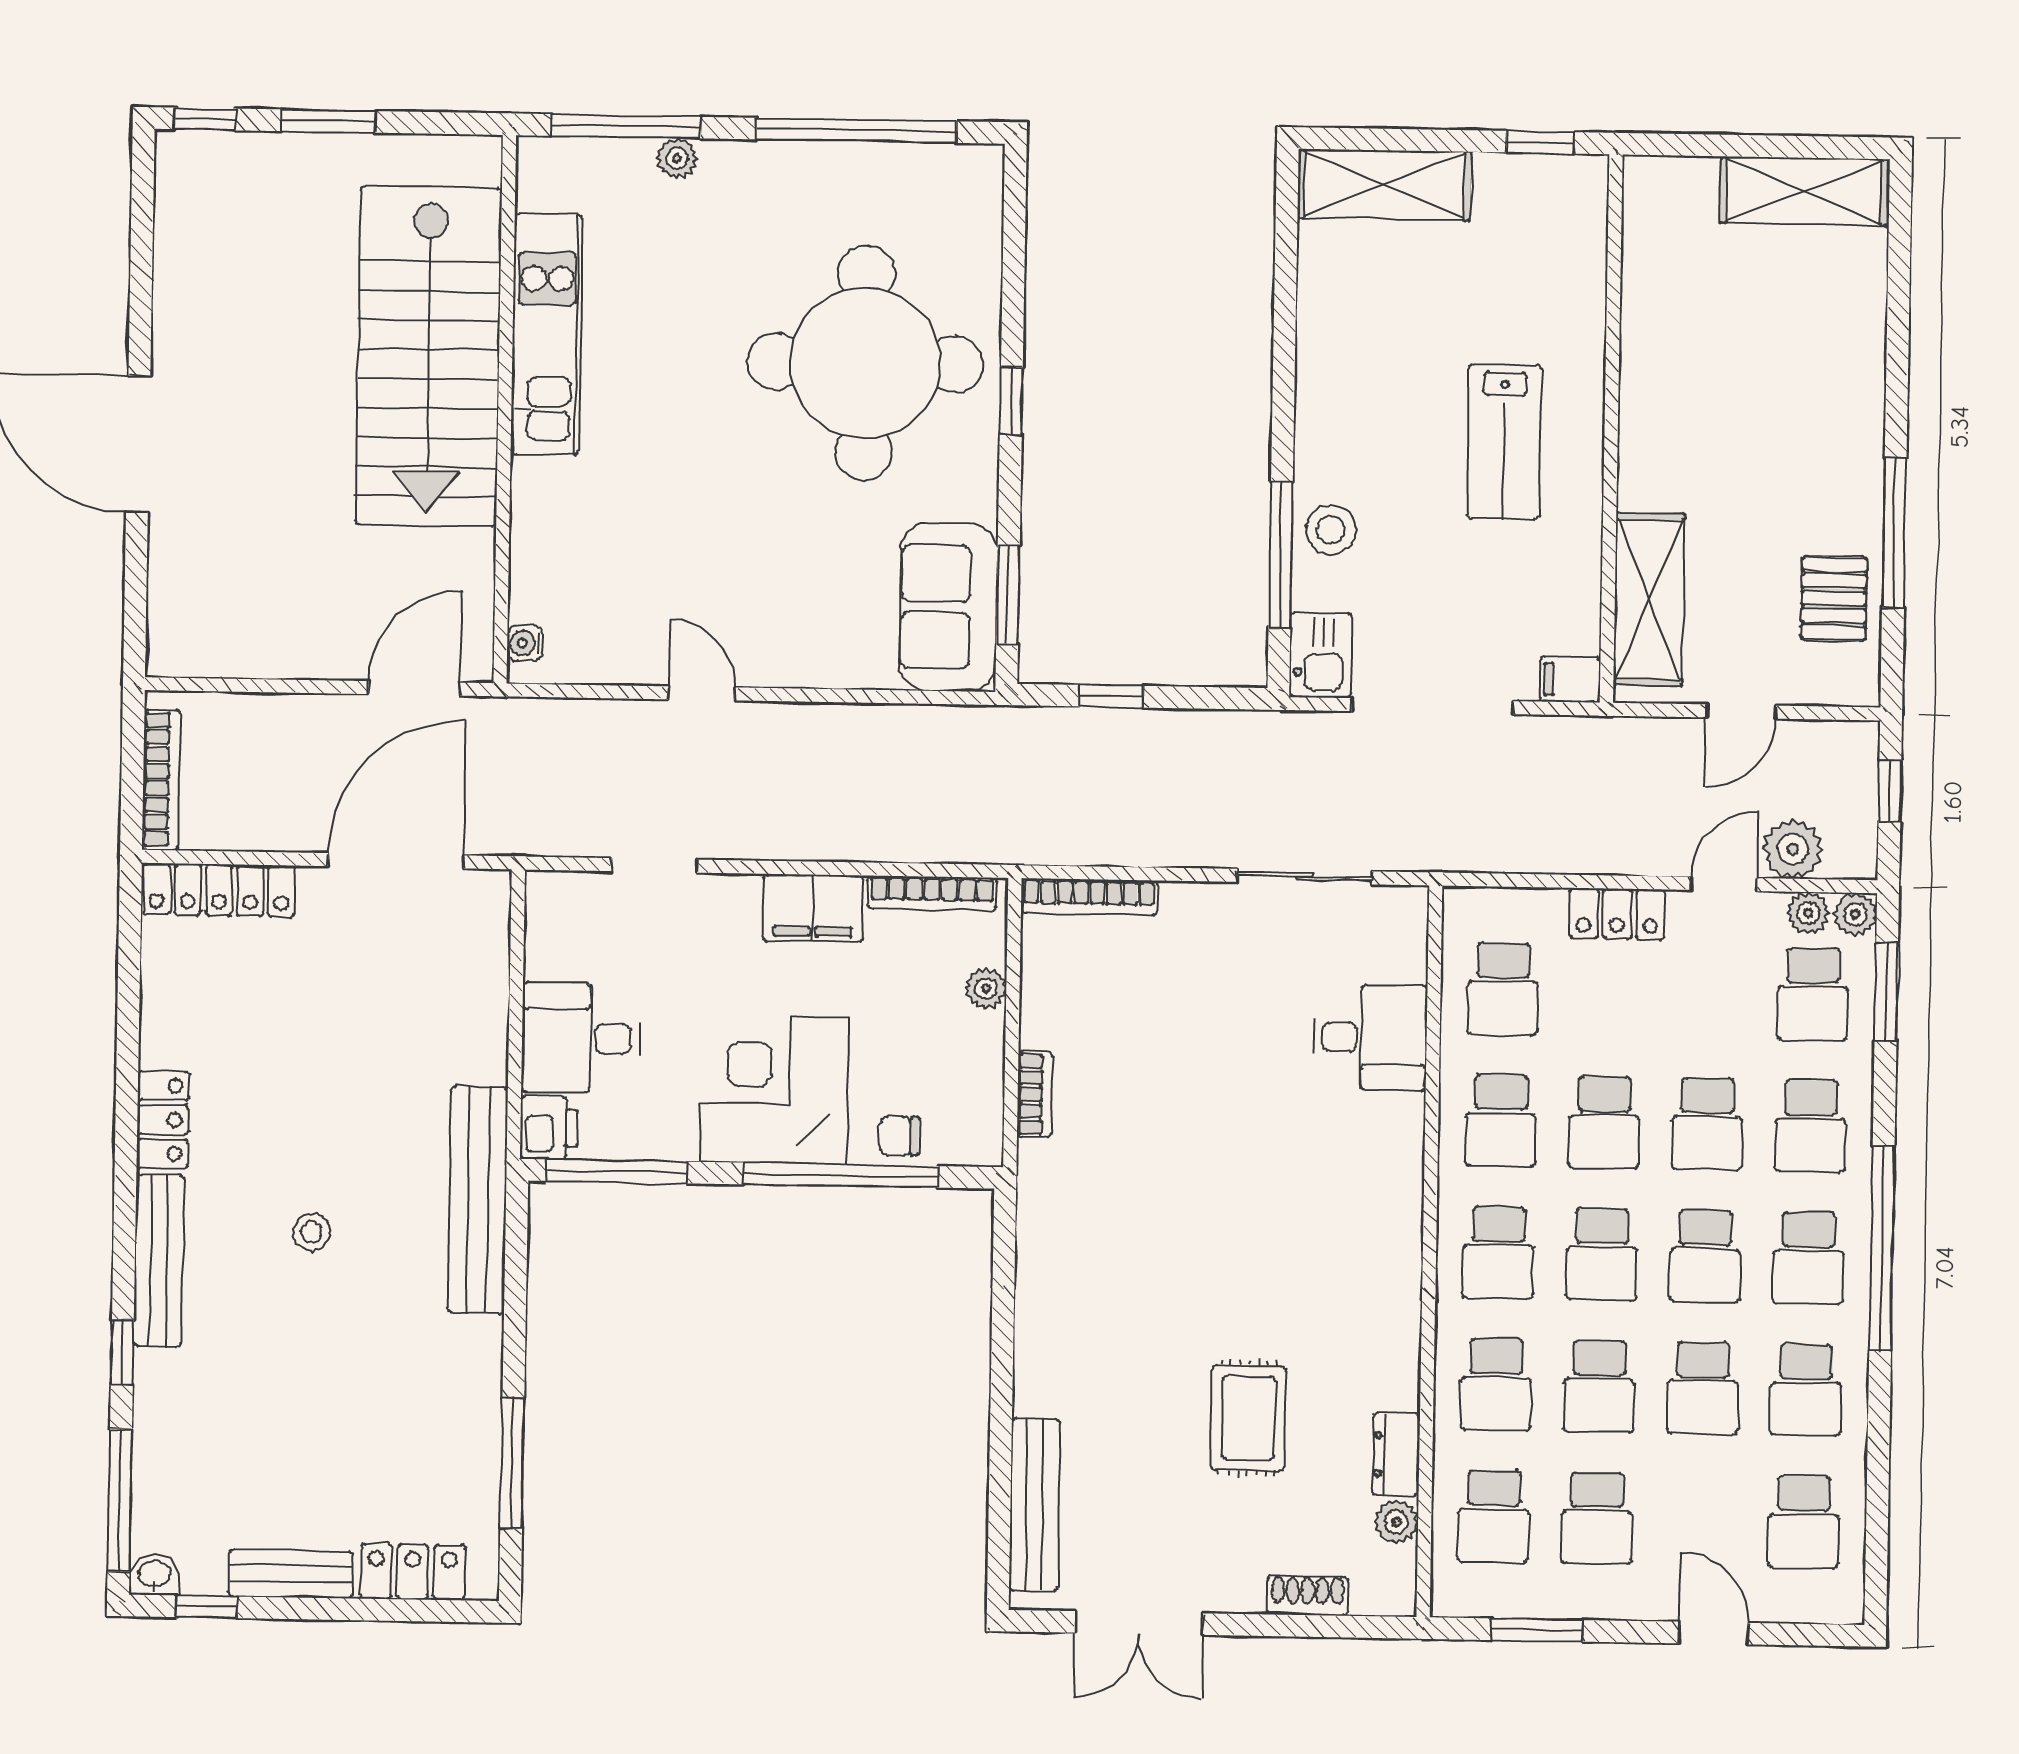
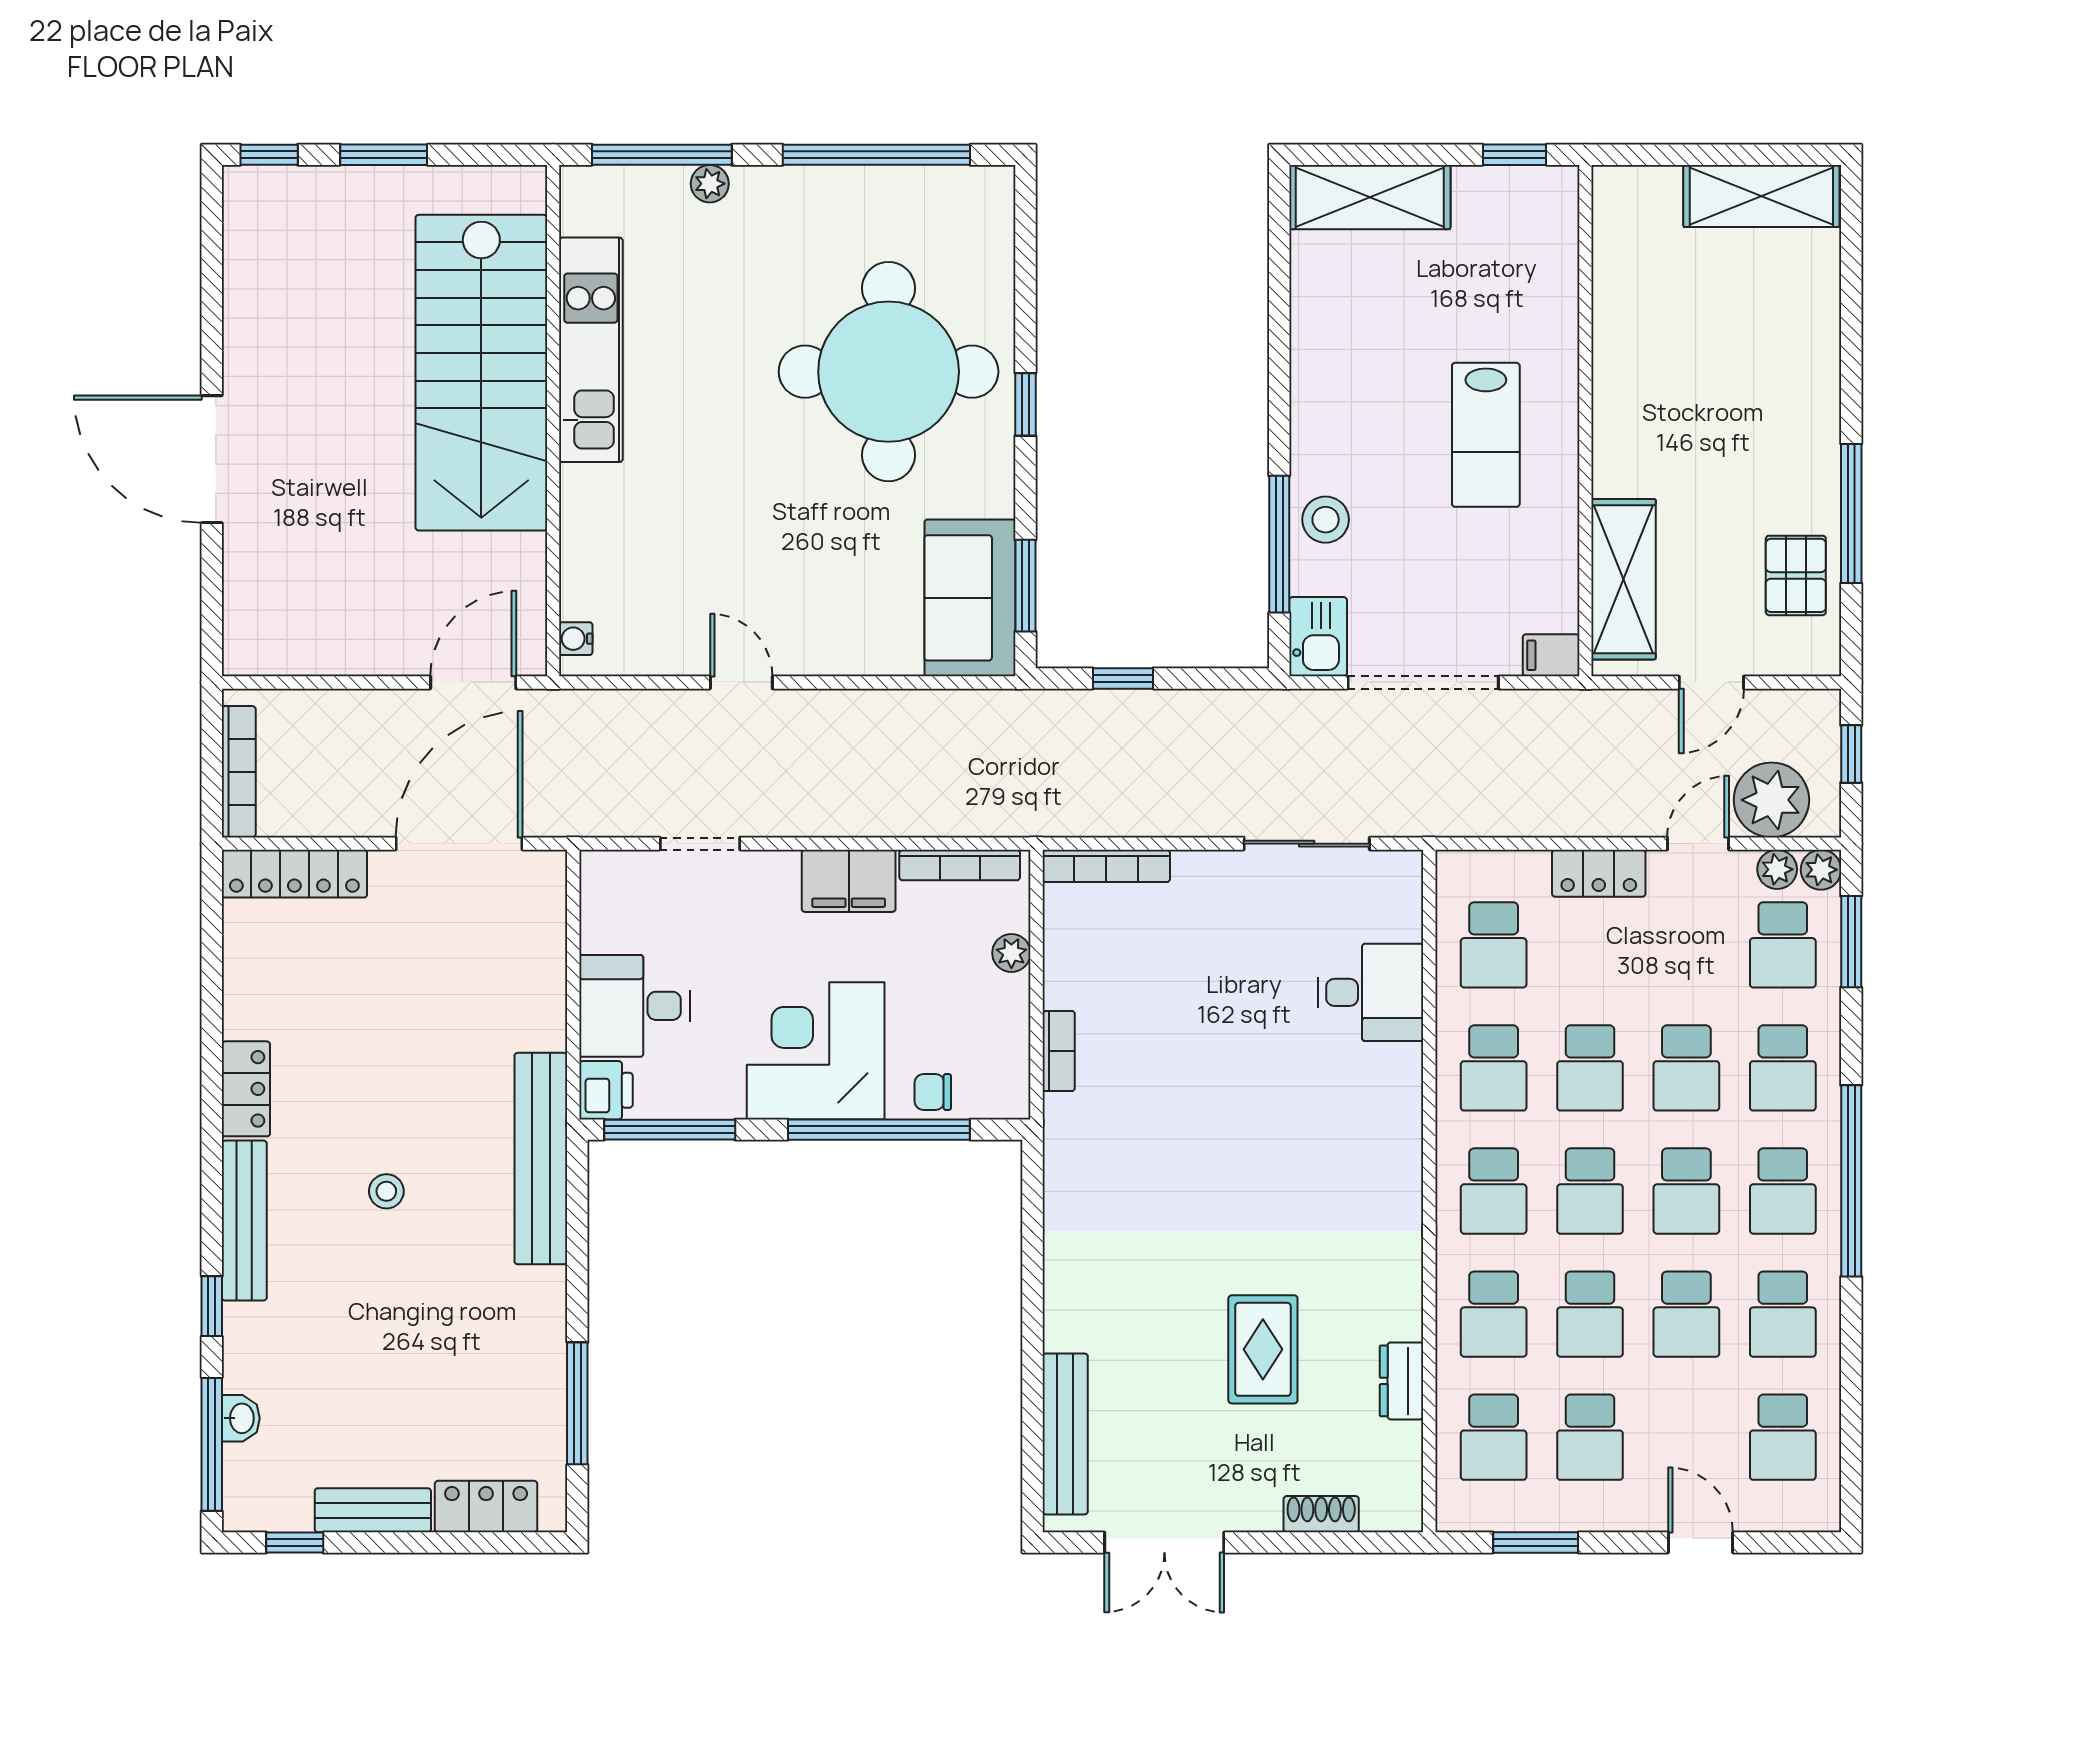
plant: (1793, 849) -> (1771, 800), width x1.36, depth x1.36
plant: (1396, 1522) -> (1403, 1444), removed
washbasin: (154, 1575) -> (241, 1418), moved, turned 90

